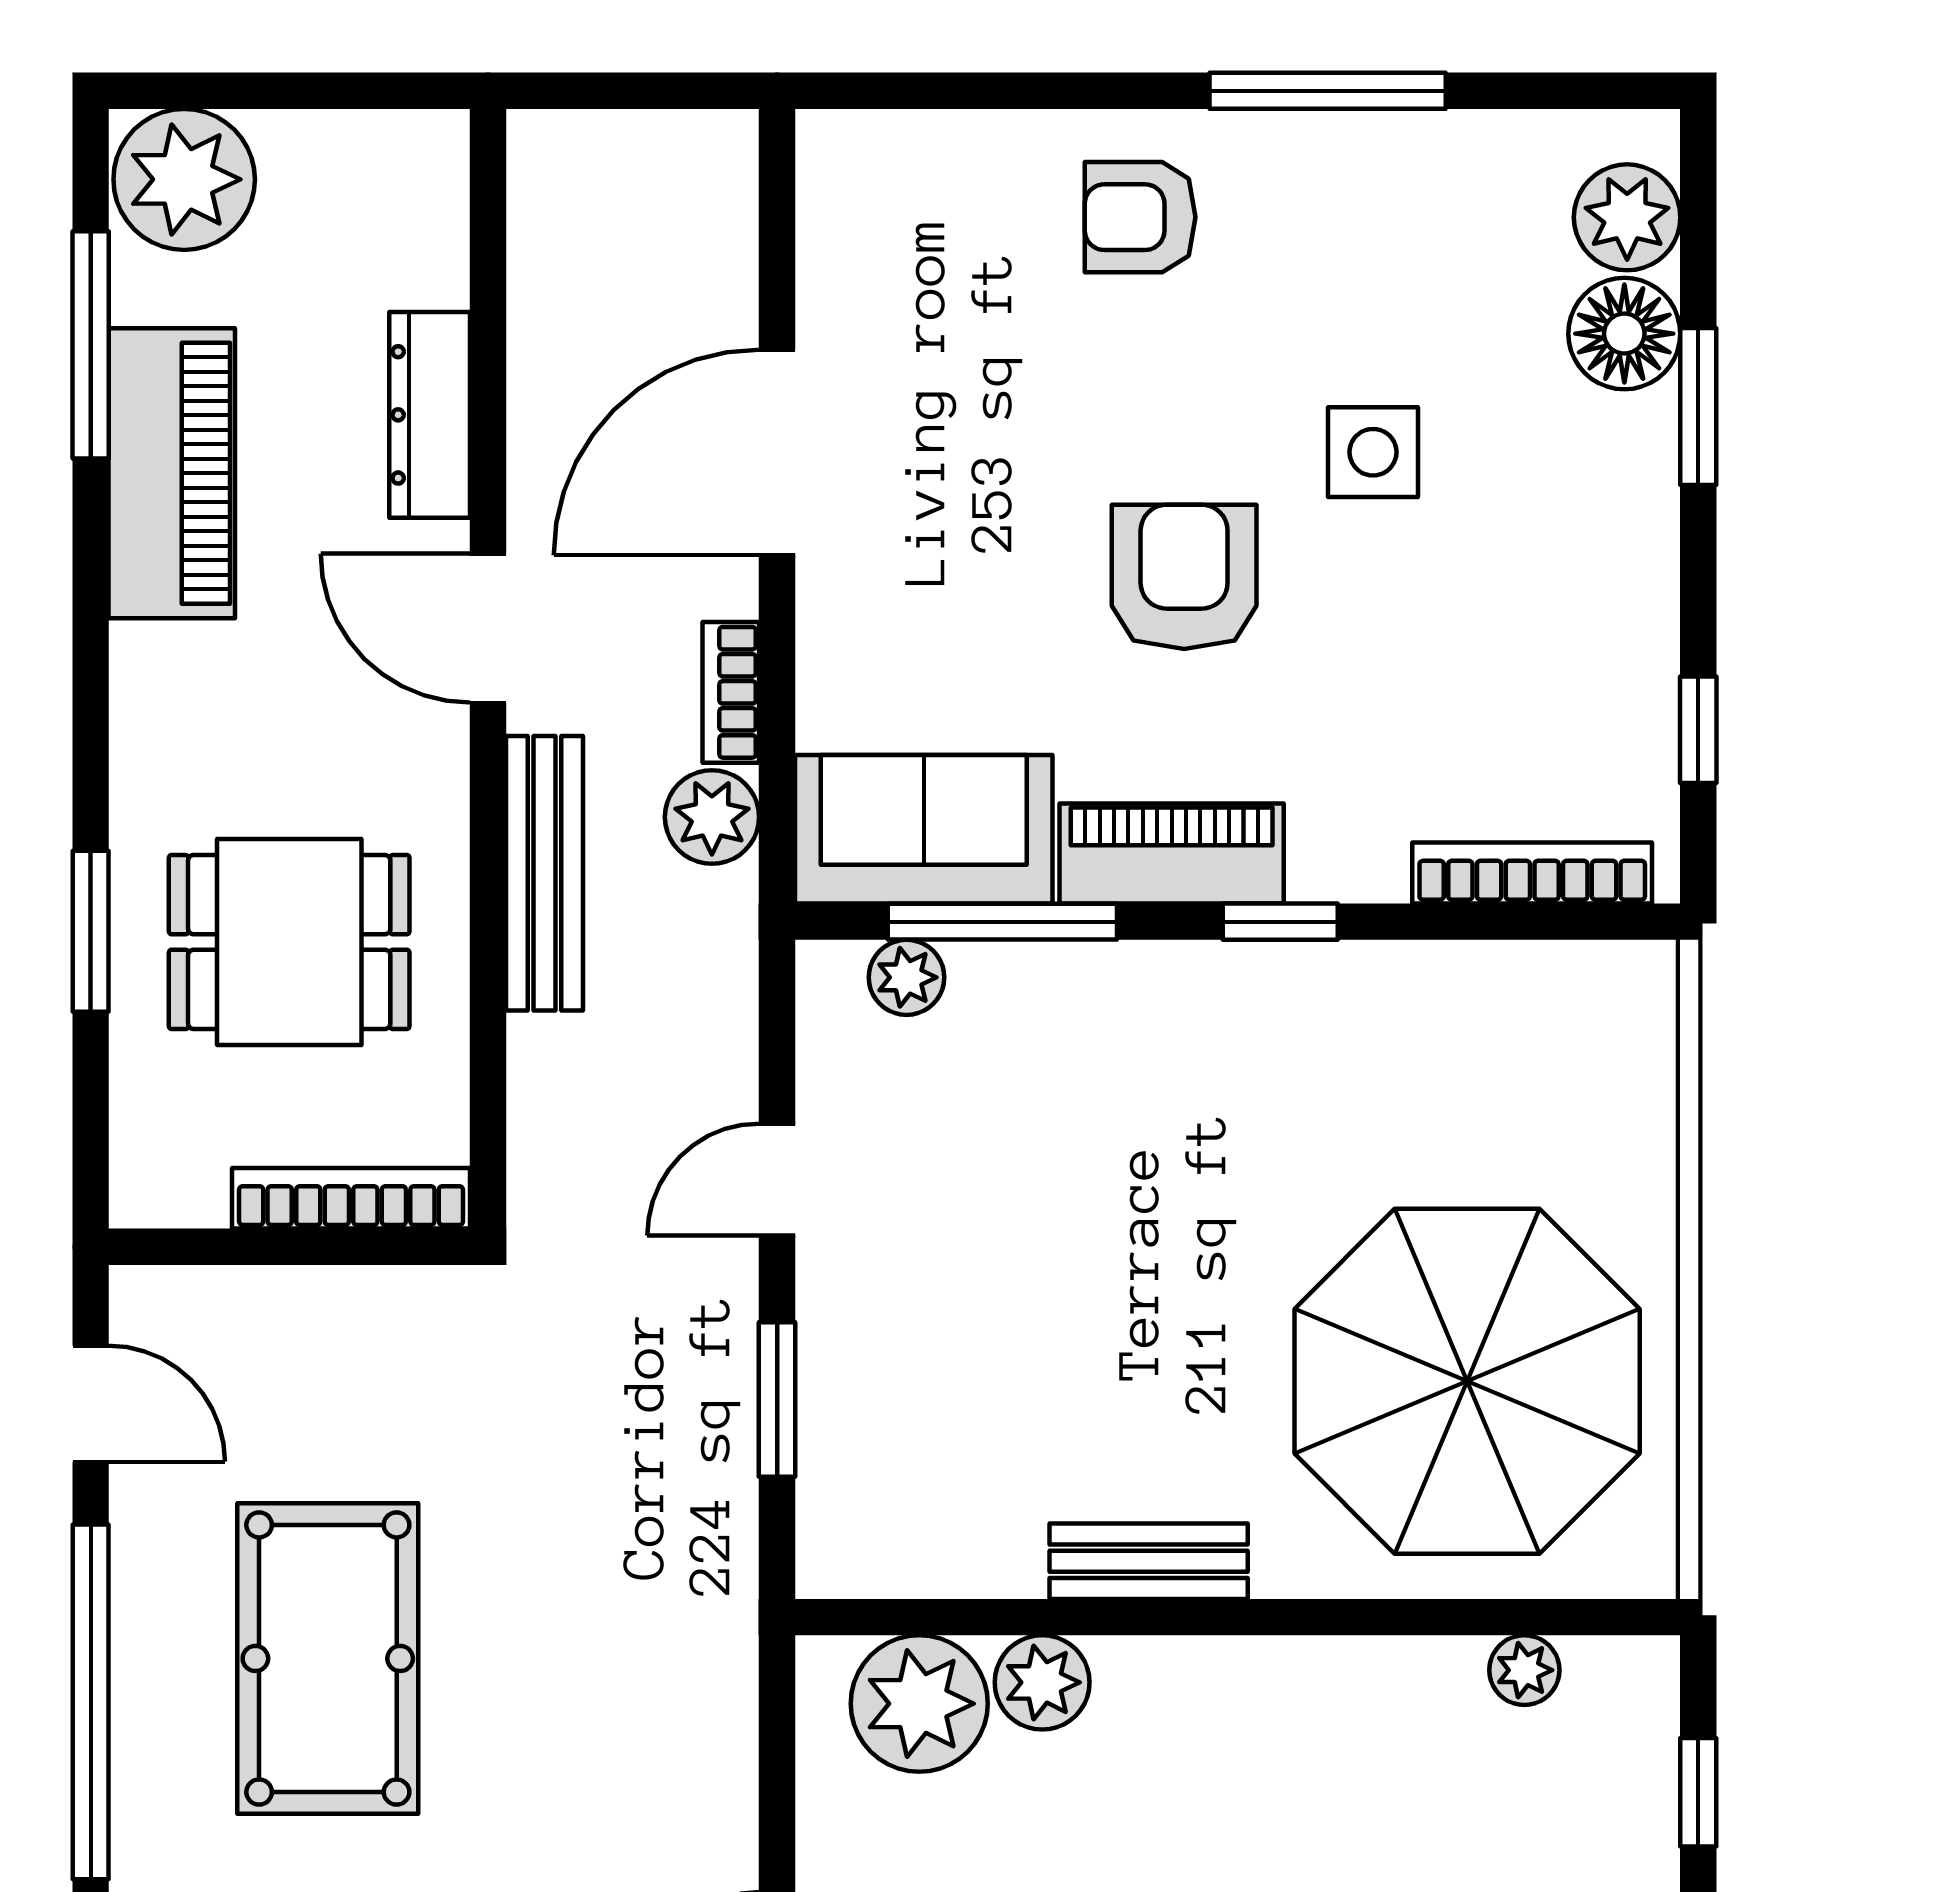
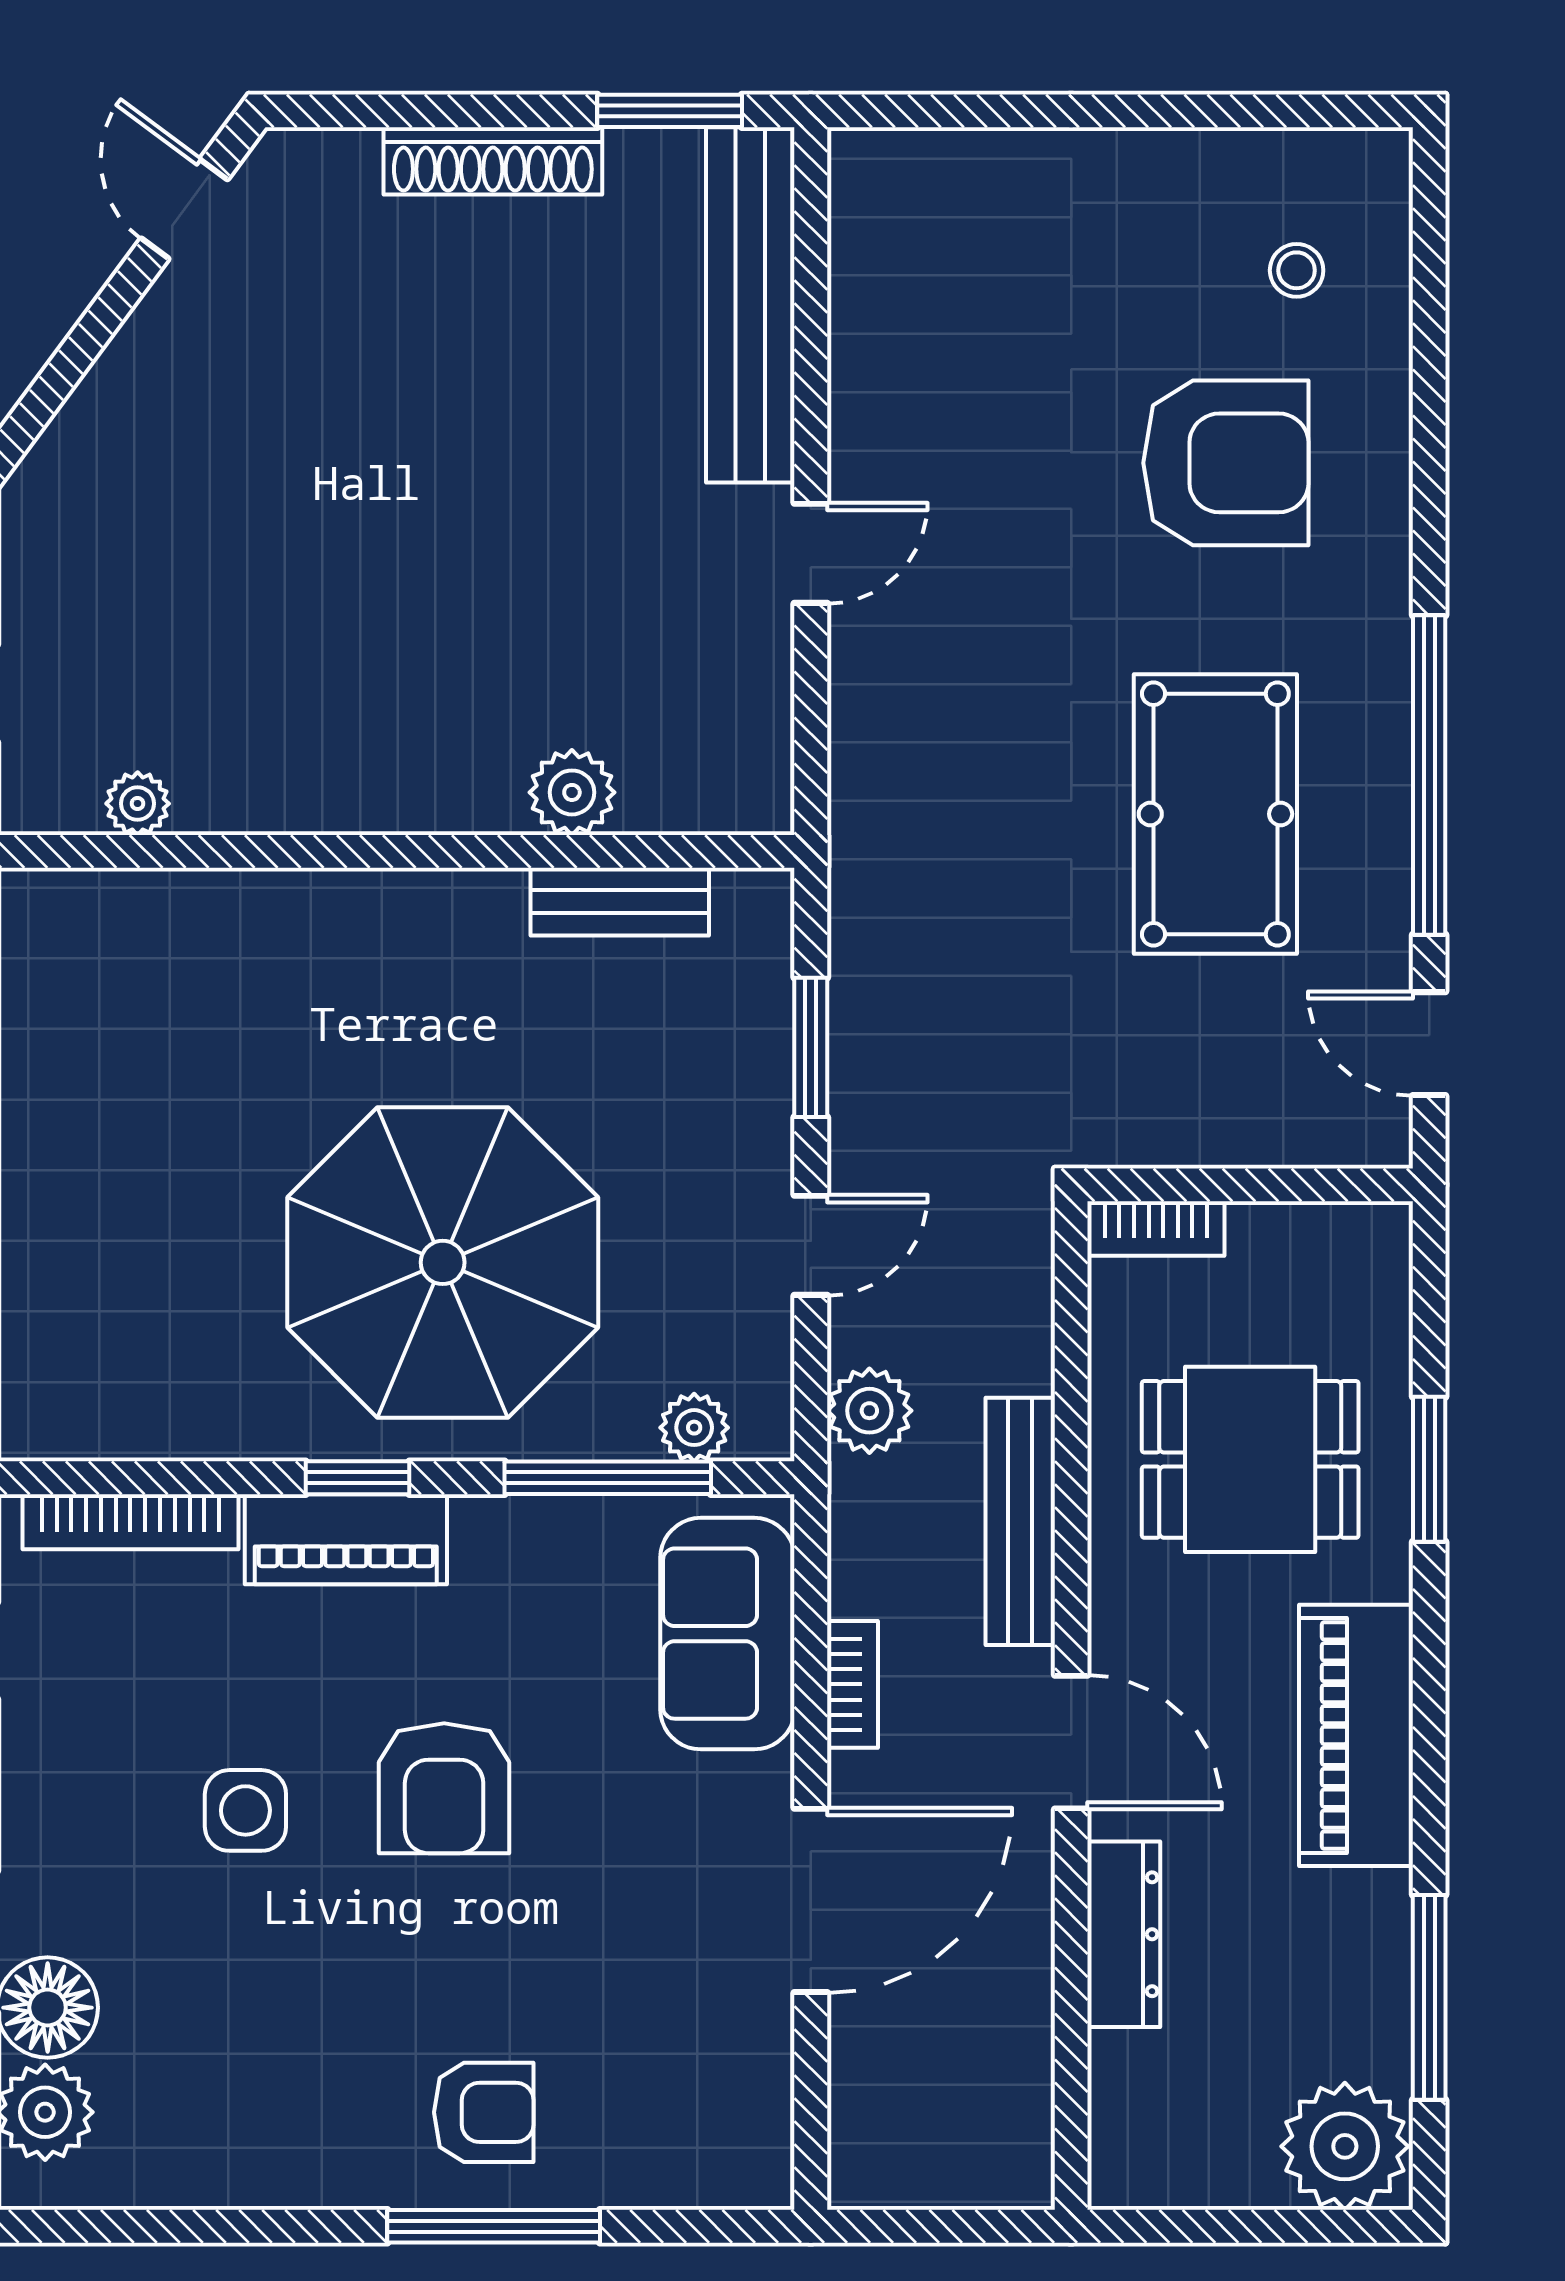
window: (1328, 91) -> (494, 2226), moved
side table: (1373, 452) -> (245, 1810), moved
piano: (172, 473) -> (1356, 1735), moved
plant: (712, 817) -> (869, 1411), moved
sofa: (924, 829) -> (727, 1634), moved, turned 90
piano: (1172, 853) -> (346, 1539), moved
bookcase: (351, 1198) -> (1156, 1229), width x0.64
parasol: (1467, 1381) -> (443, 1262), moved
bench: (1149, 1561) -> (620, 902), moved
plant: (919, 1704) -> (683, 773), removed

